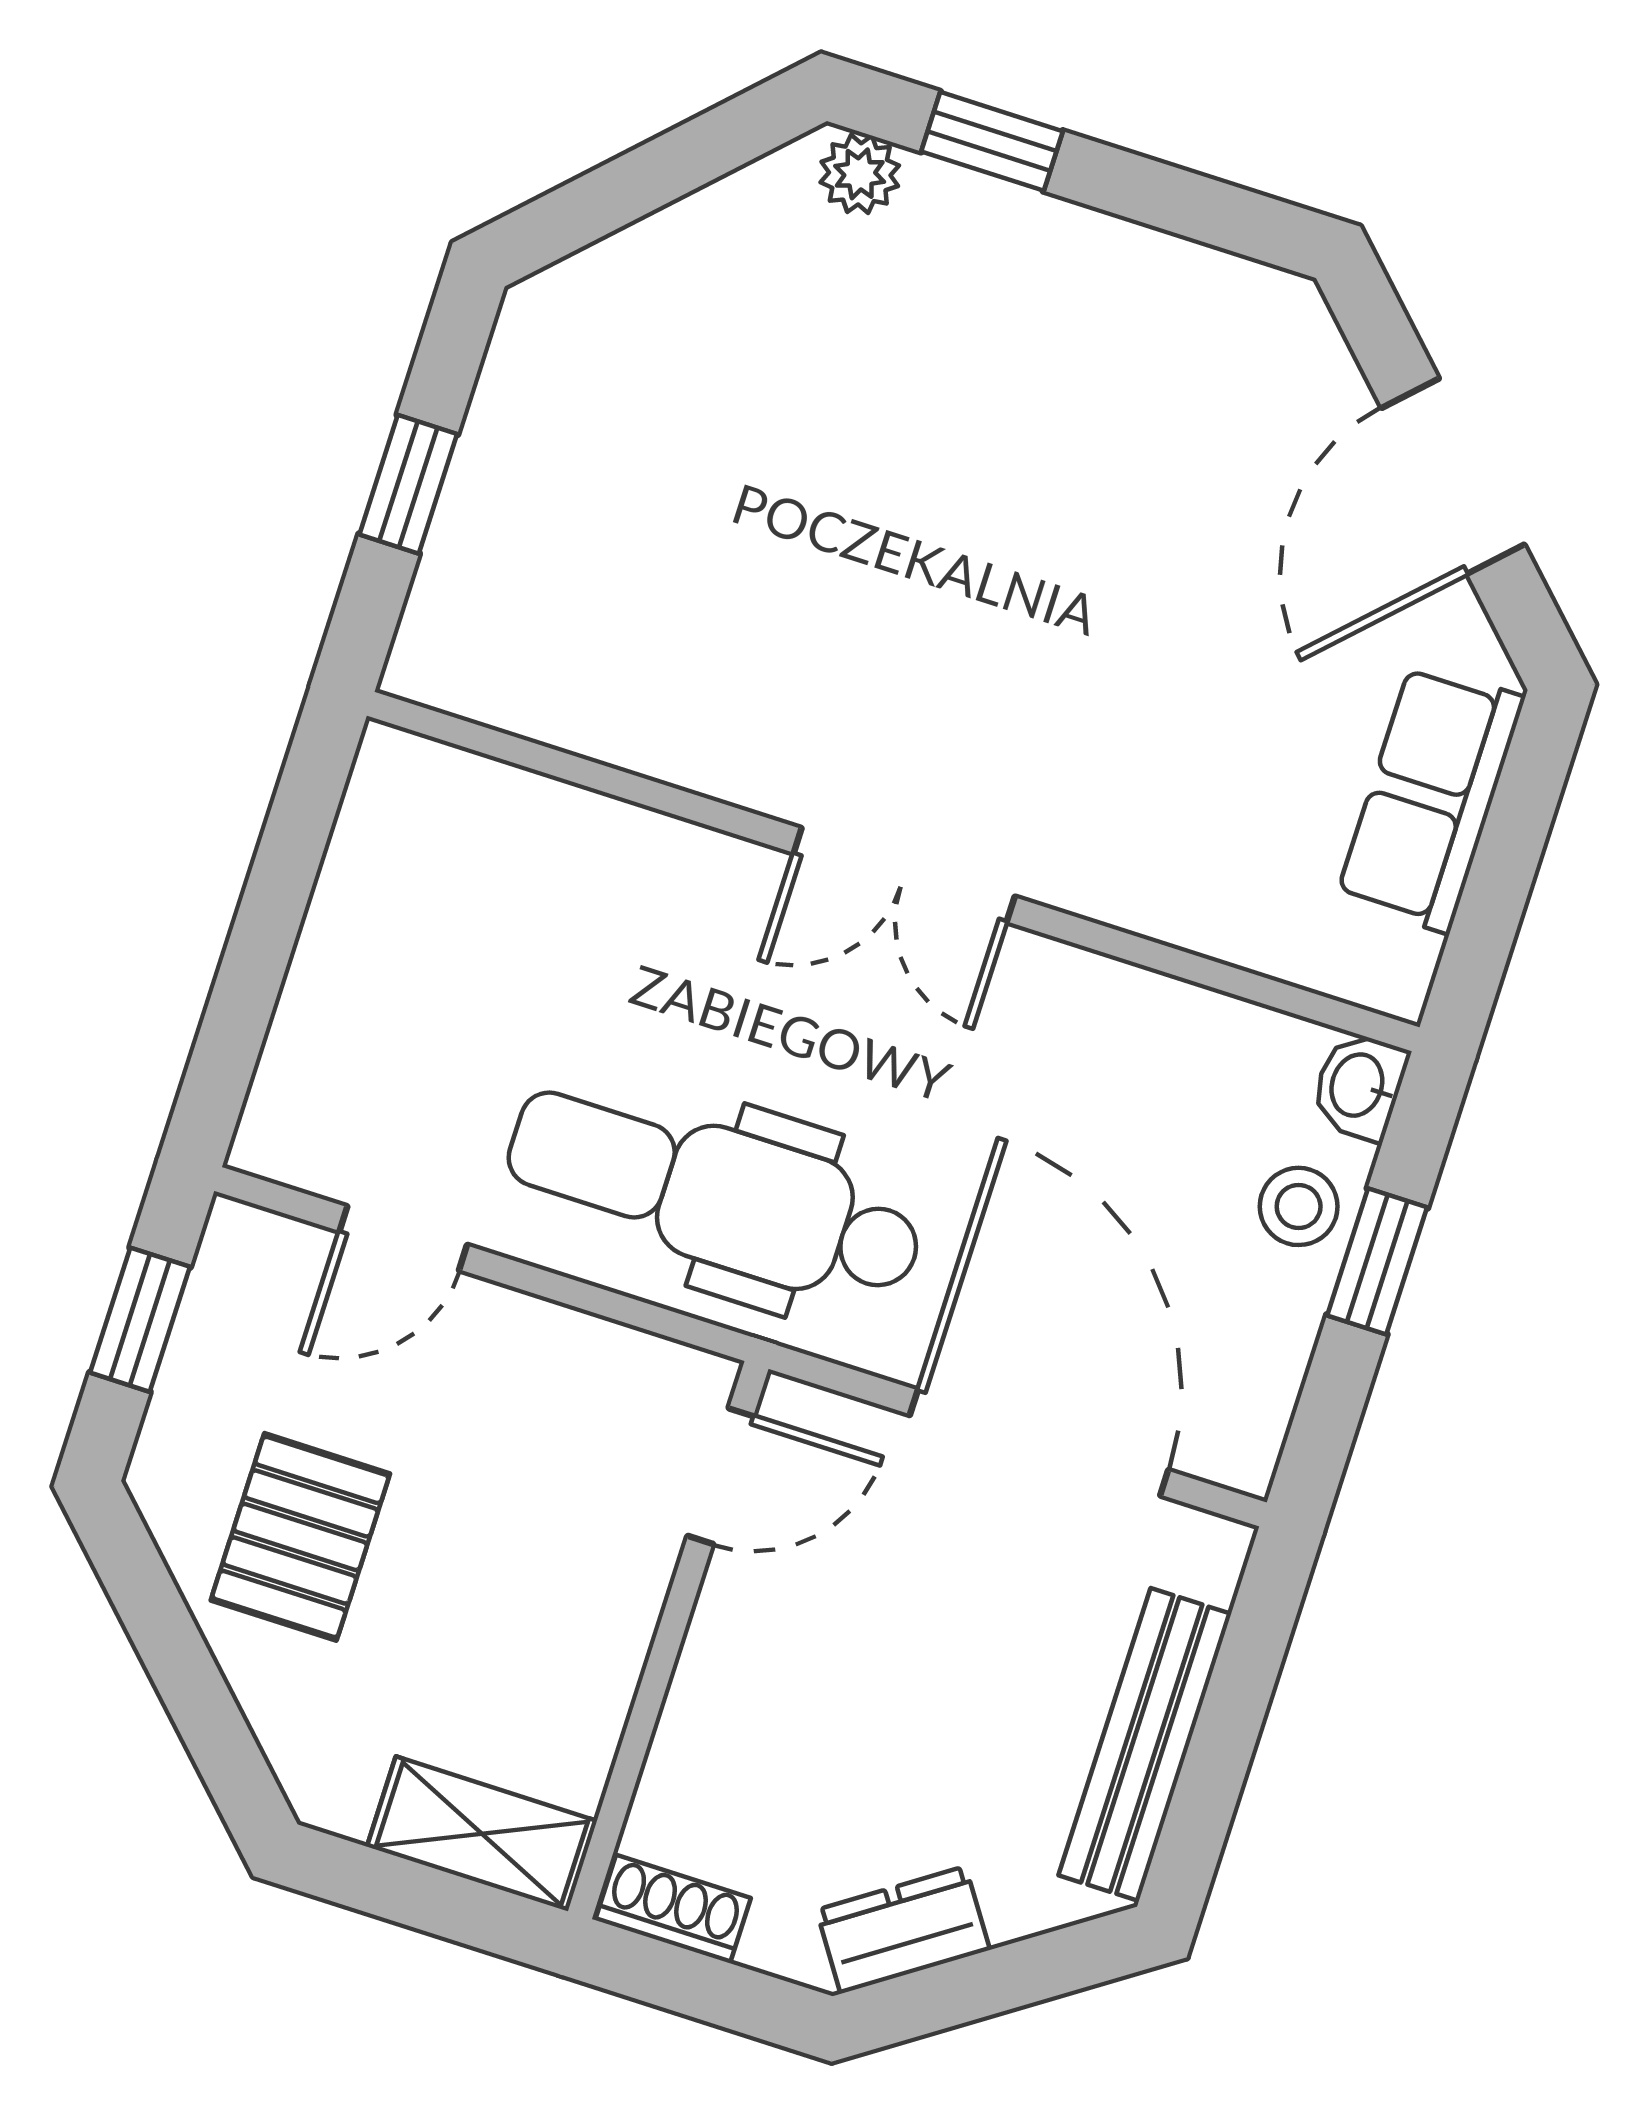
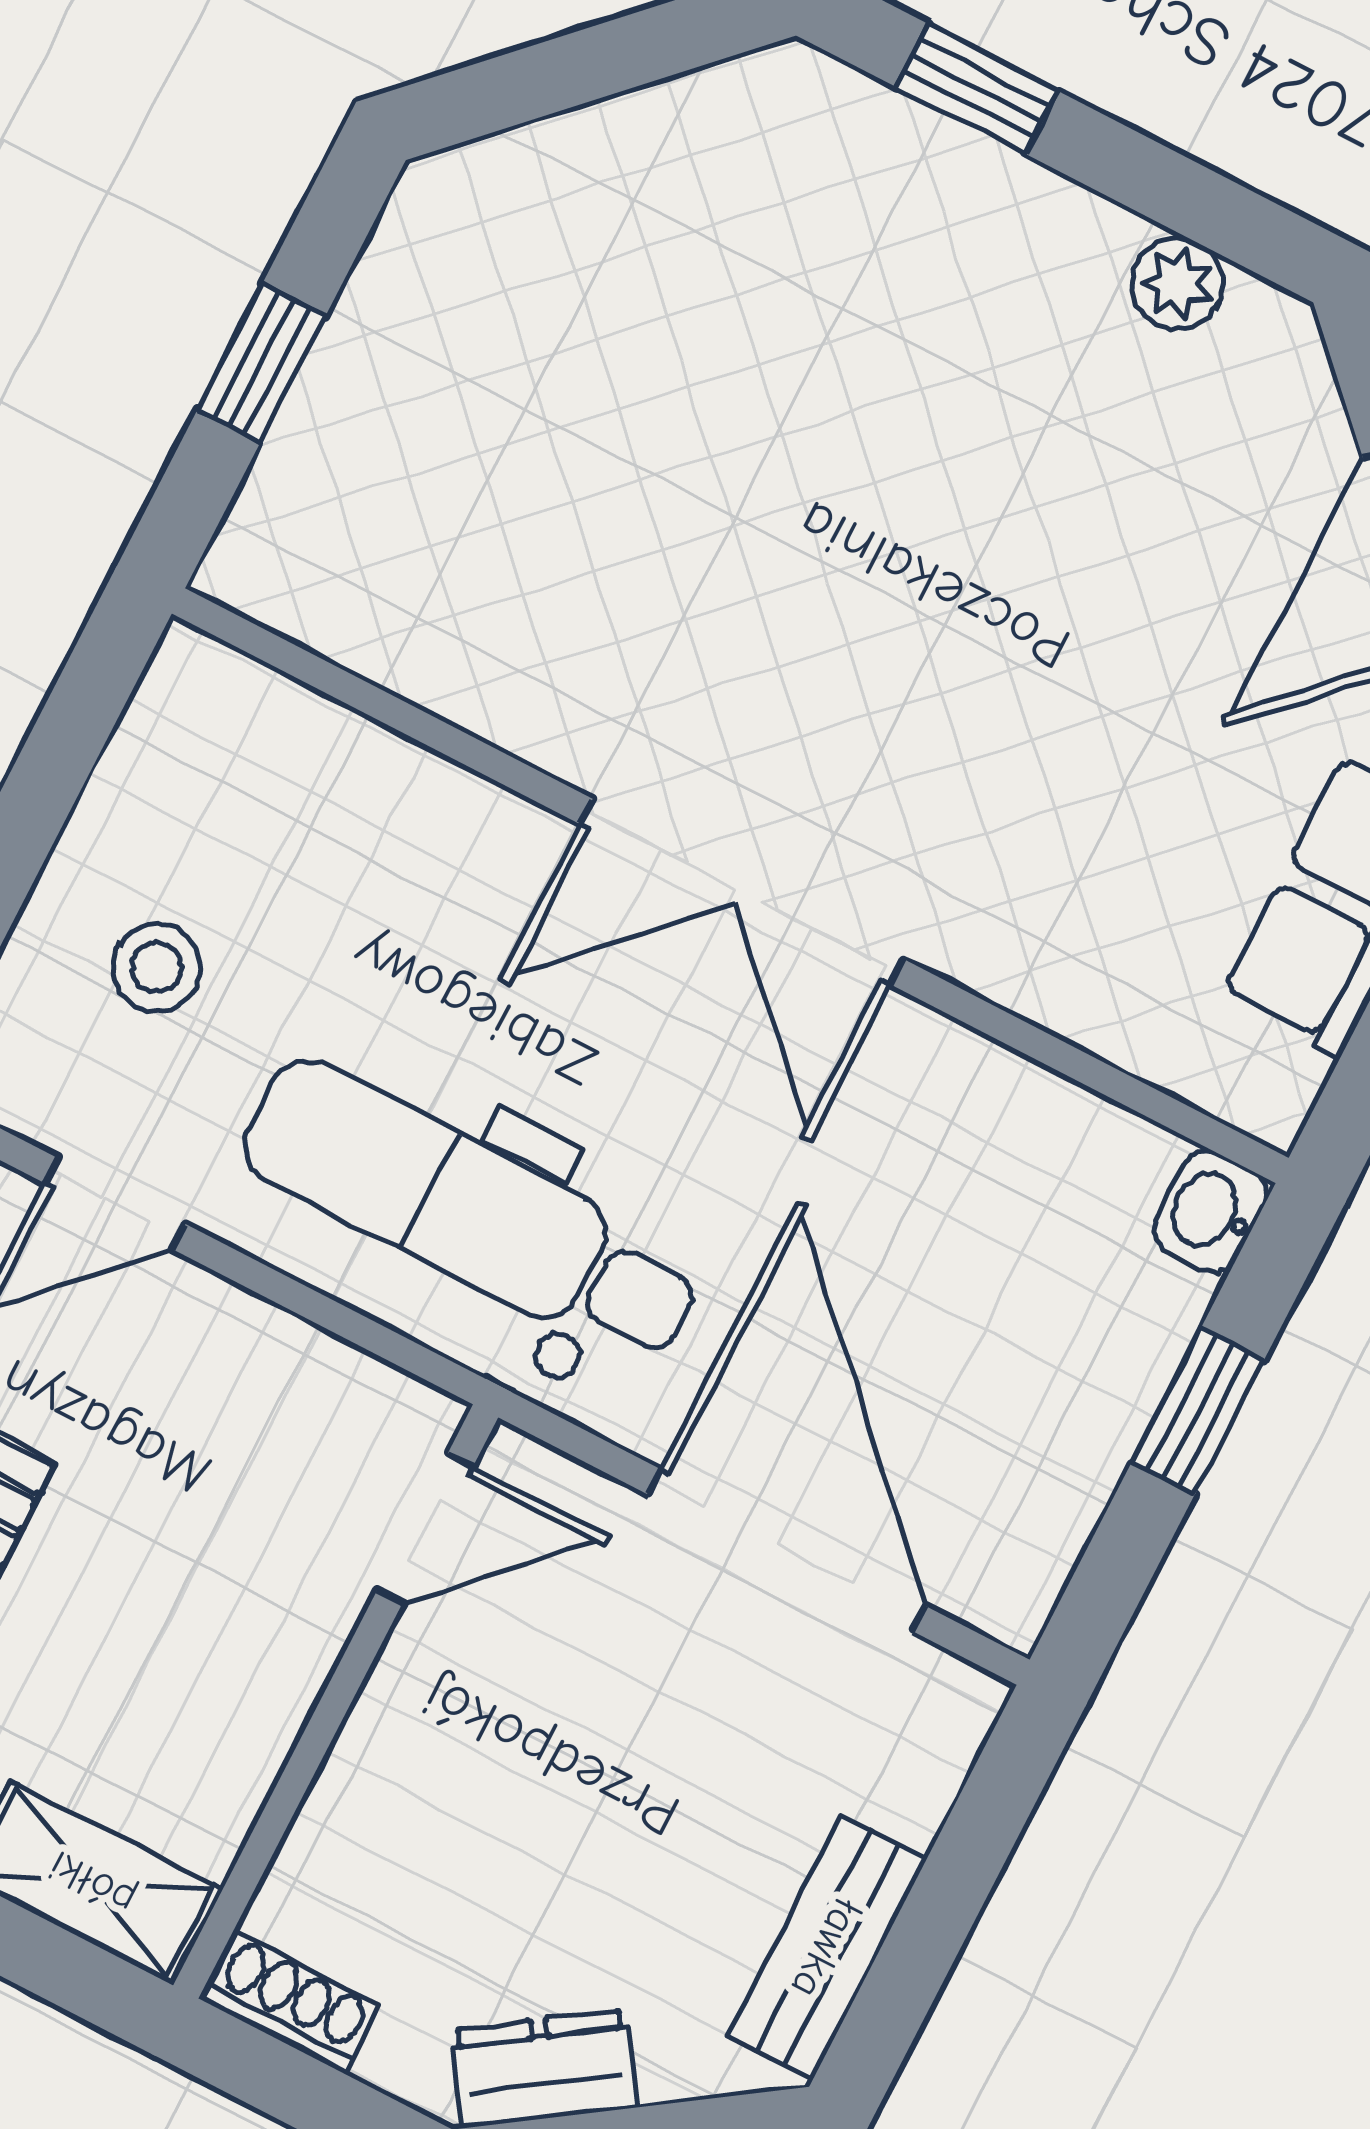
plant: (860, 174) -> (1178, 284), moved
double door: (904, 875) -> (742, 892), width x1.37
stool: (1299, 1206) -> (156, 968), moved
bench: (1145, 1745) -> (827, 1948), width x0.73

